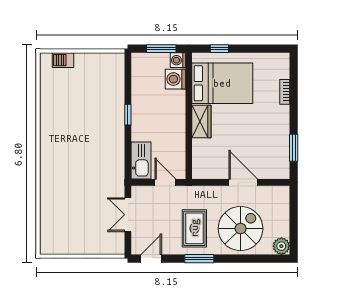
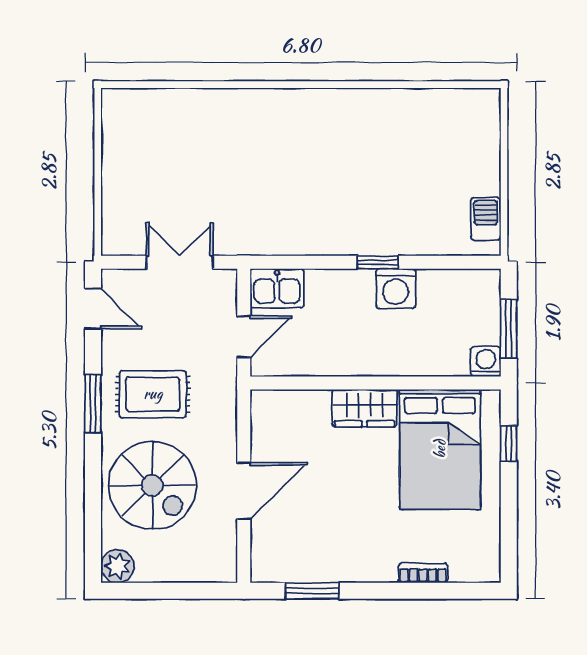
barbecue: (63, 60) -> (486, 219), moved
washing machine: (175, 79) -> (396, 289), moved, turned 180
kitchen sink: (141, 160) -> (277, 288), width x0.73

